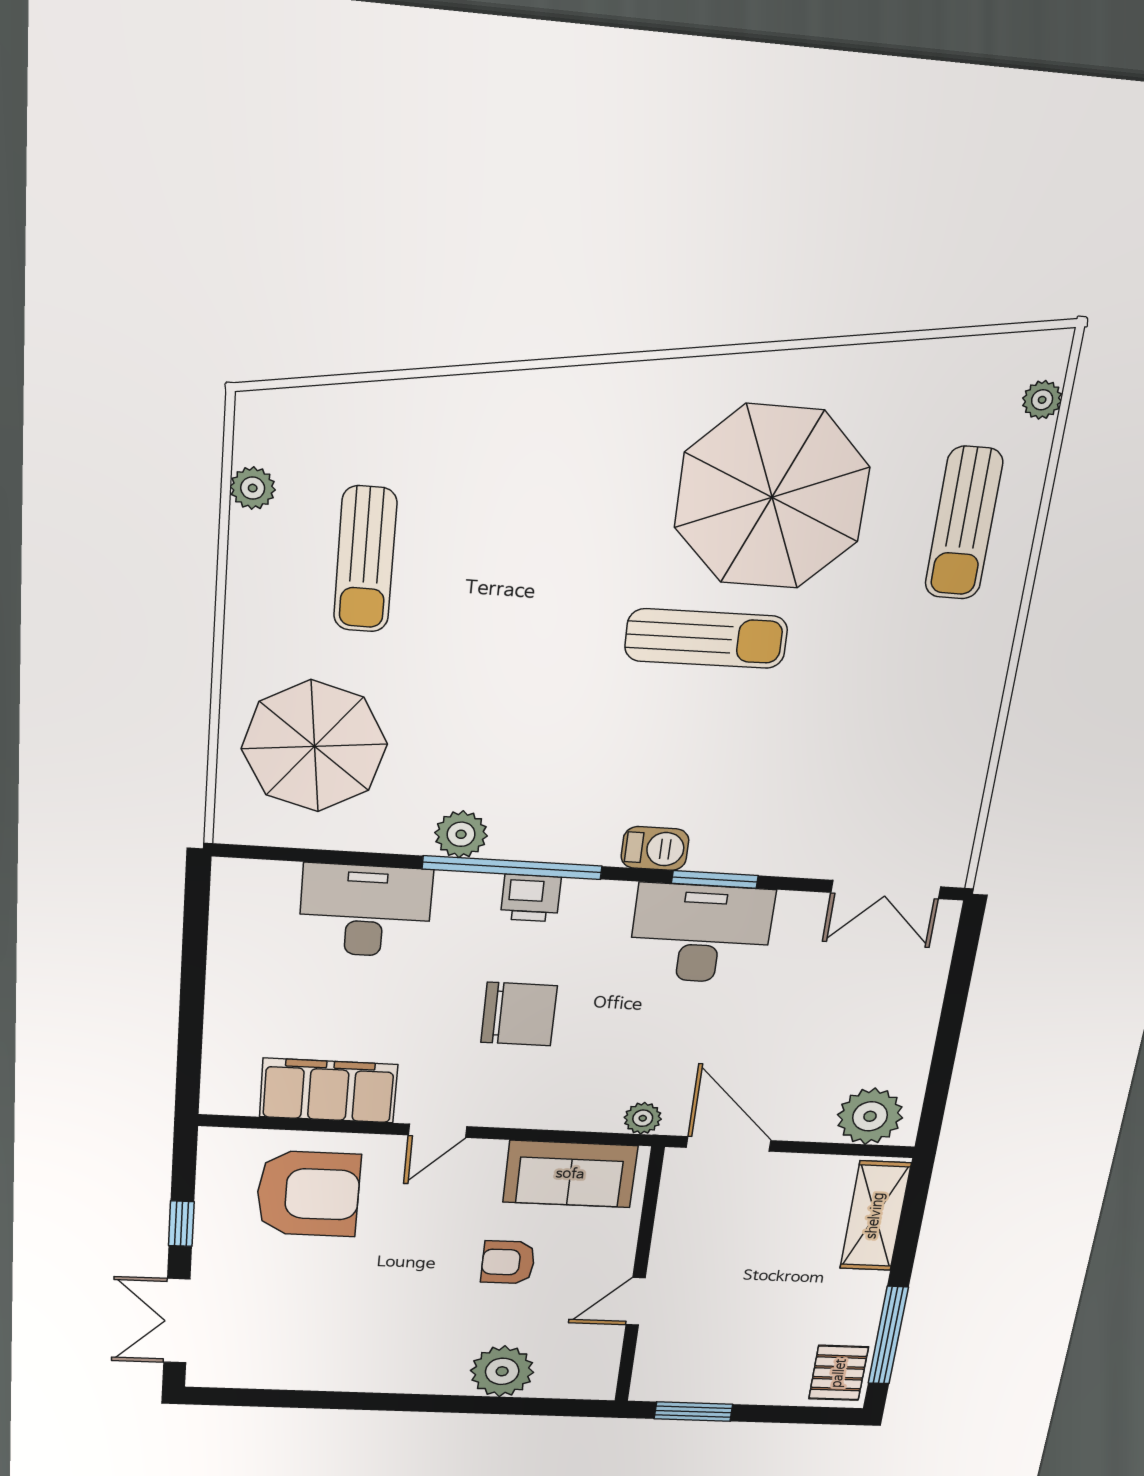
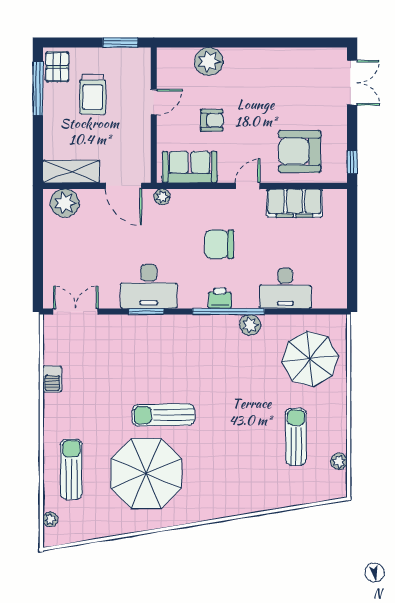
barbecue: (655, 848) -> (52, 379), moved, turned -90
shelving: (875, 1216) -> (71, 172), moved, turned 90
window: (181, 1224) -> (352, 162), moved
trolley: (770, 1321) -> (93, 94), added

